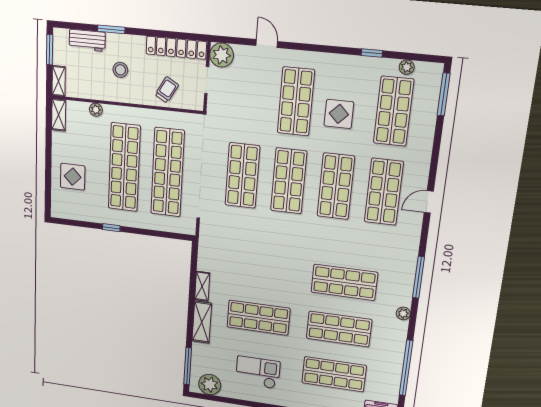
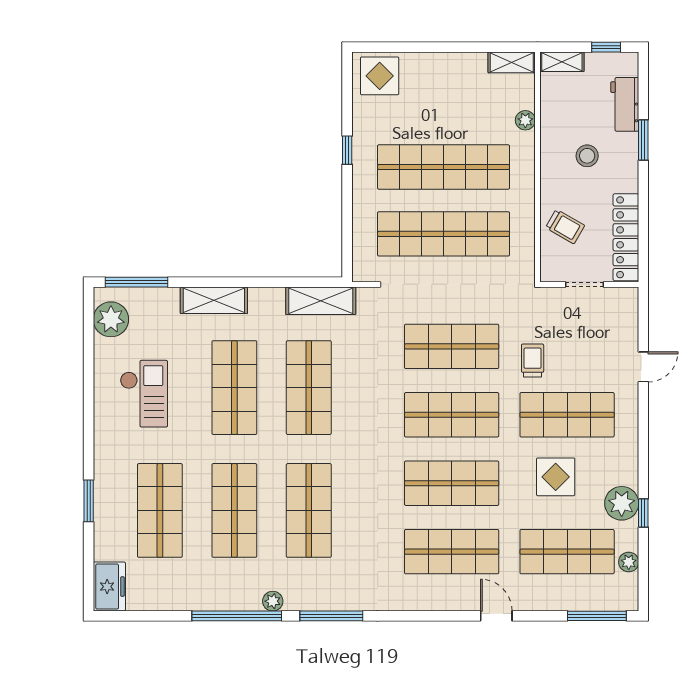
window: (50, 50) -> (606, 47), width x0.67
plant: (222, 55) -> (622, 503), moved
trolley: (256, 122) -> (533, 360), added
display table: (73, 177) -> (380, 76), moved
door: (429, 202) -> (496, 616), moved
shop shelf: (262, 272) -> (309, 388), added
shelving: (202, 286) -> (321, 301), moved, width x1.50, depth x1.33
window: (406, 368) -> (237, 616), moved

